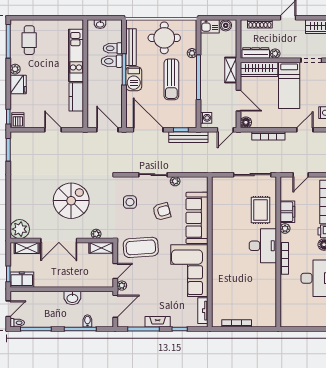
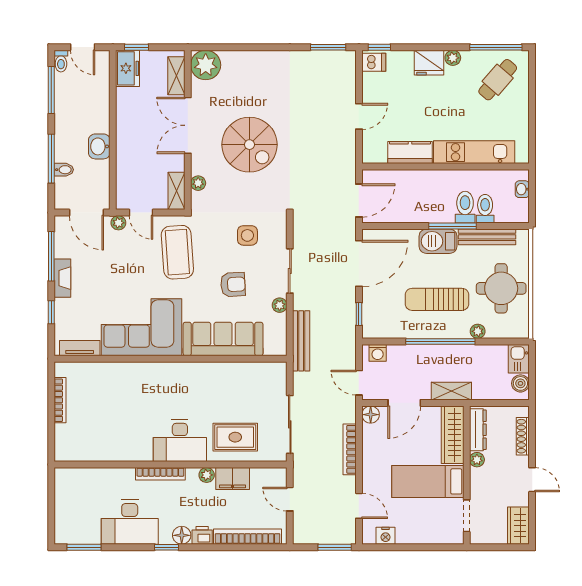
cafe table: (29, 40) -> (498, 80), turned -49
bench: (188, 137) -> (301, 341), moved
armchair: (162, 211) -> (233, 284), turned -78

